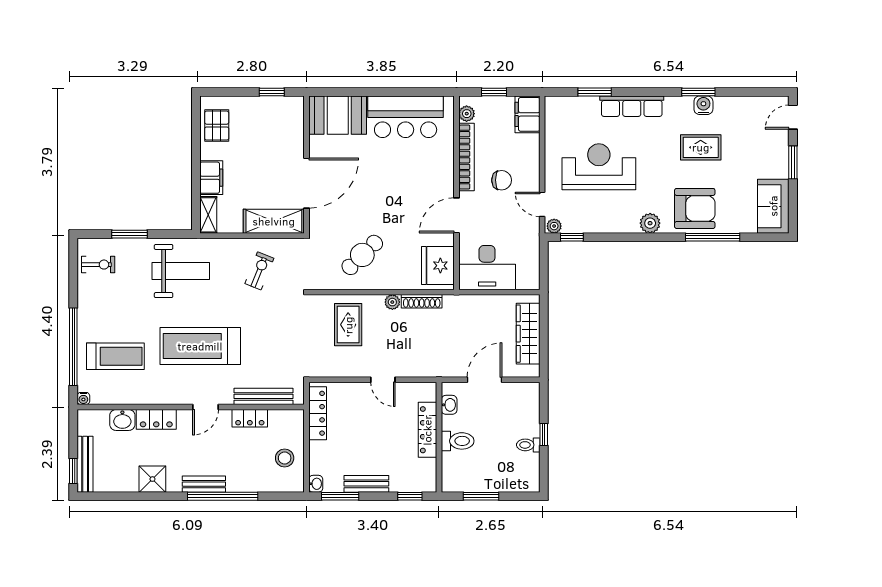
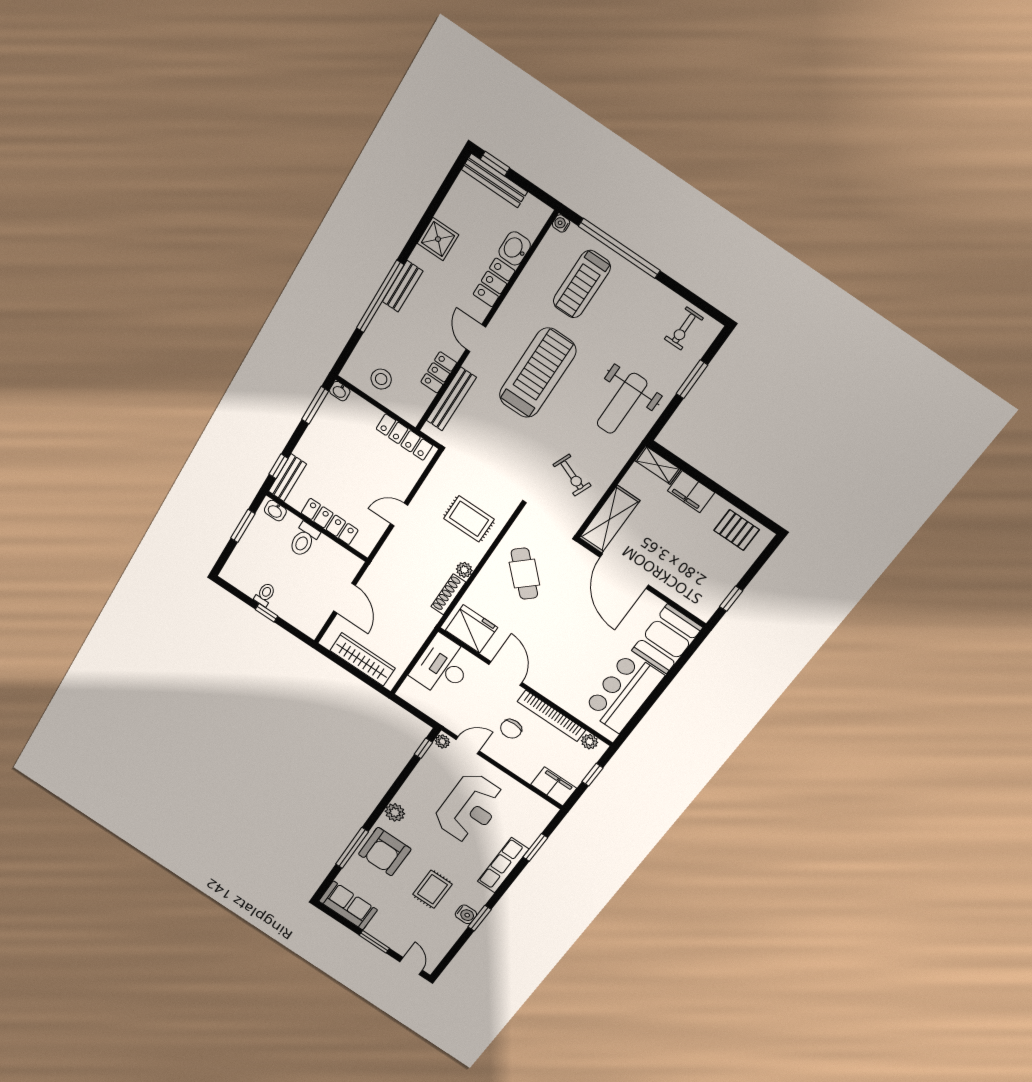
washbasin: (449, 405) -> (275, 511), moved
bench: (366, 484) -> (287, 478), moved

